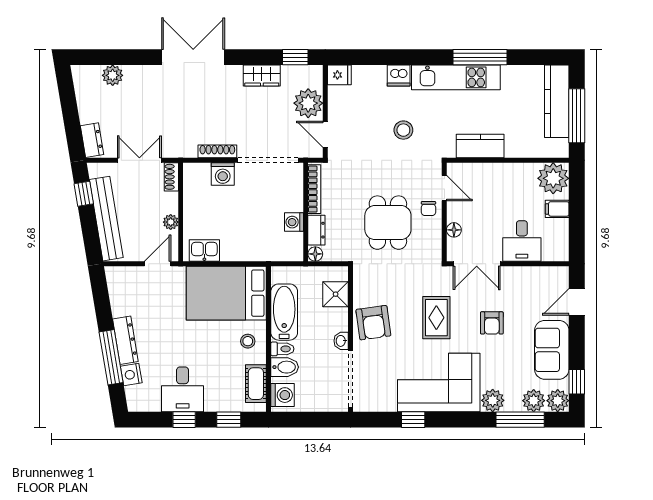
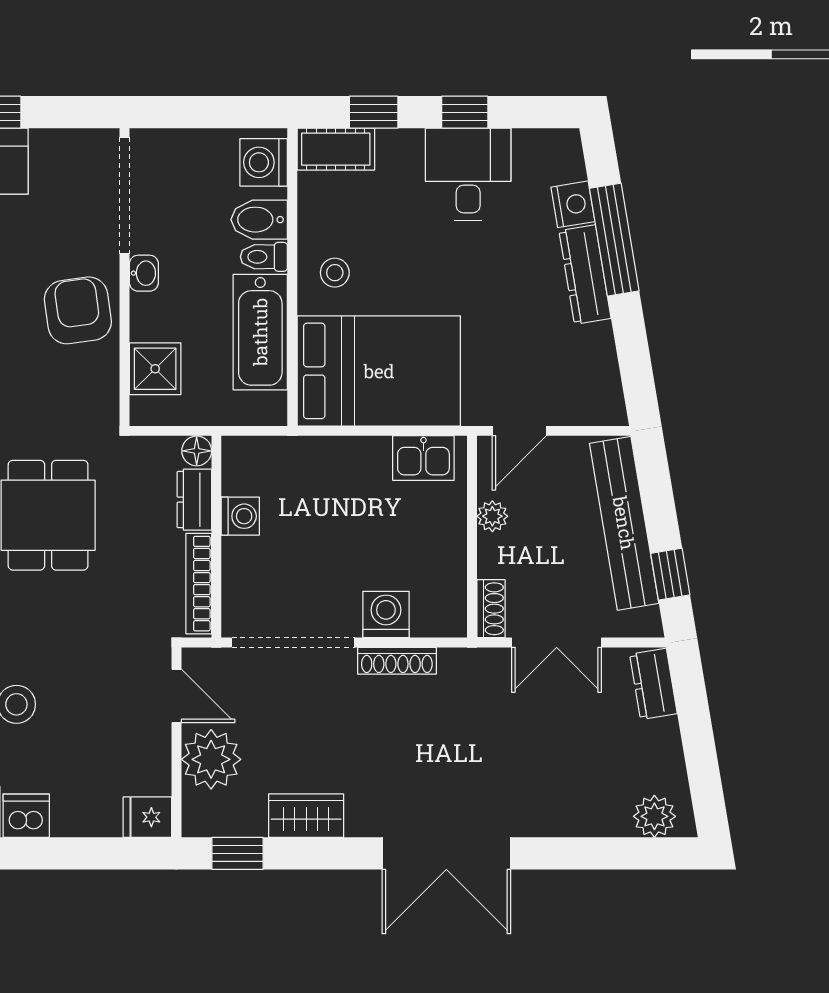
plant: (113, 75) -> (654, 816), moved
cot: (256, 384) -> (336, 149), moved, turned 90

